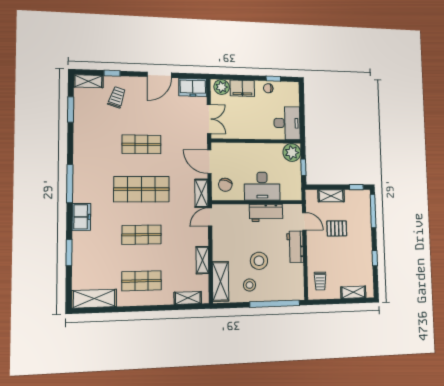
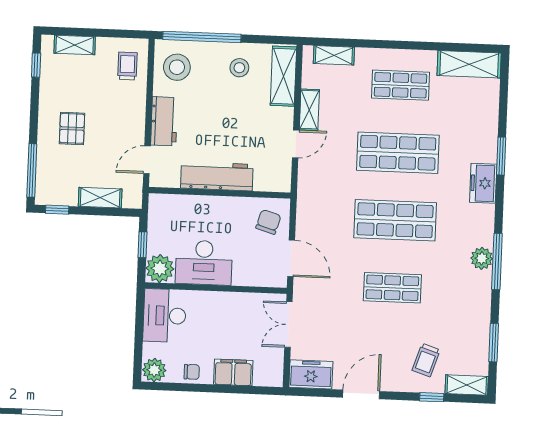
window: (273, 79) -> (182, 387), removed
plant: (222, 87) -> (154, 370), moved
plant: (81, 166) -> (482, 258), added
window: (70, 184) -> (497, 261), moved
desk: (262, 186) -> (204, 263), moved, turned 180
shelving: (201, 193) -> (306, 210), removed
workbench: (266, 213) -> (217, 176), width x1.38
door: (210, 217) -> (296, 144), moved
door: (304, 221) -> (147, 160), hinge flipped
pallet: (337, 228) -> (72, 128), moved, turned 90
shop shelf: (142, 235) -> (398, 153), width x1.43, depth x1.36
window: (69, 253) -> (501, 156), moved
window: (375, 258) -> (36, 65), moved
stool: (259, 261) -> (177, 67), moved

